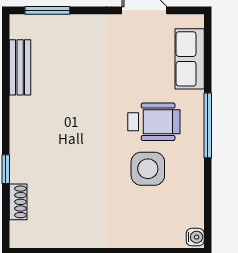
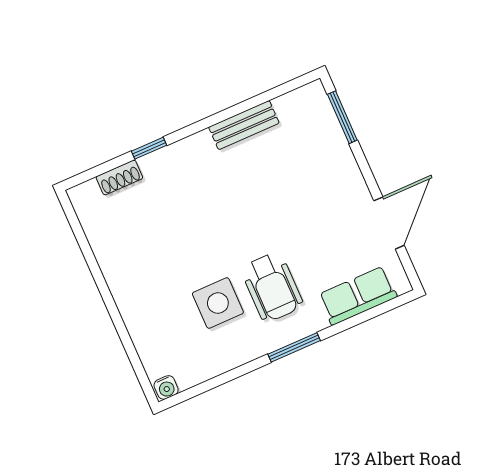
bench: (20, 67) -> (244, 125), moved
window: (208, 125) -> (294, 347), width x0.69

